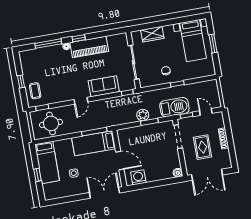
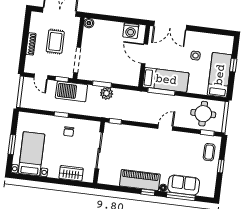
sofa: (104, 86) -> (184, 185), moved, turned 180

